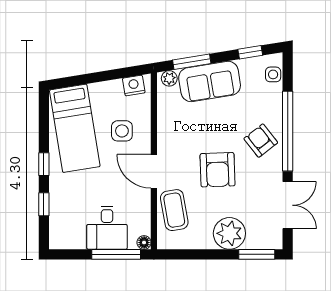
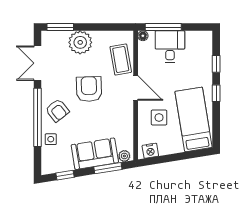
side table: (273, 74) -> (51, 139), moved

